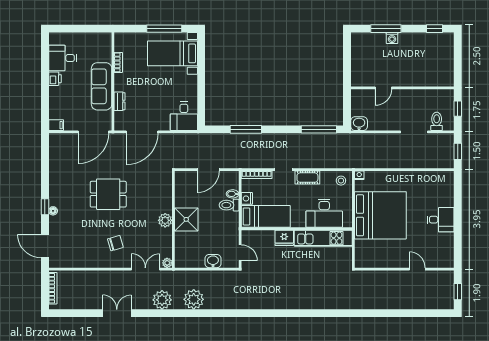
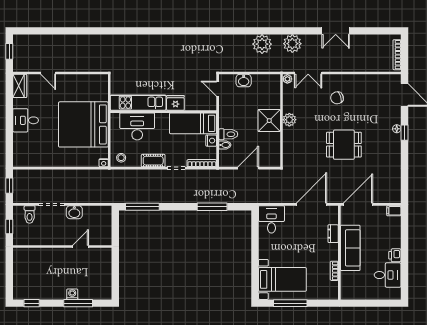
washbasin: (359, 124) -> (74, 212), moved
wardrobe: (447, 256) -> (20, 86), added

